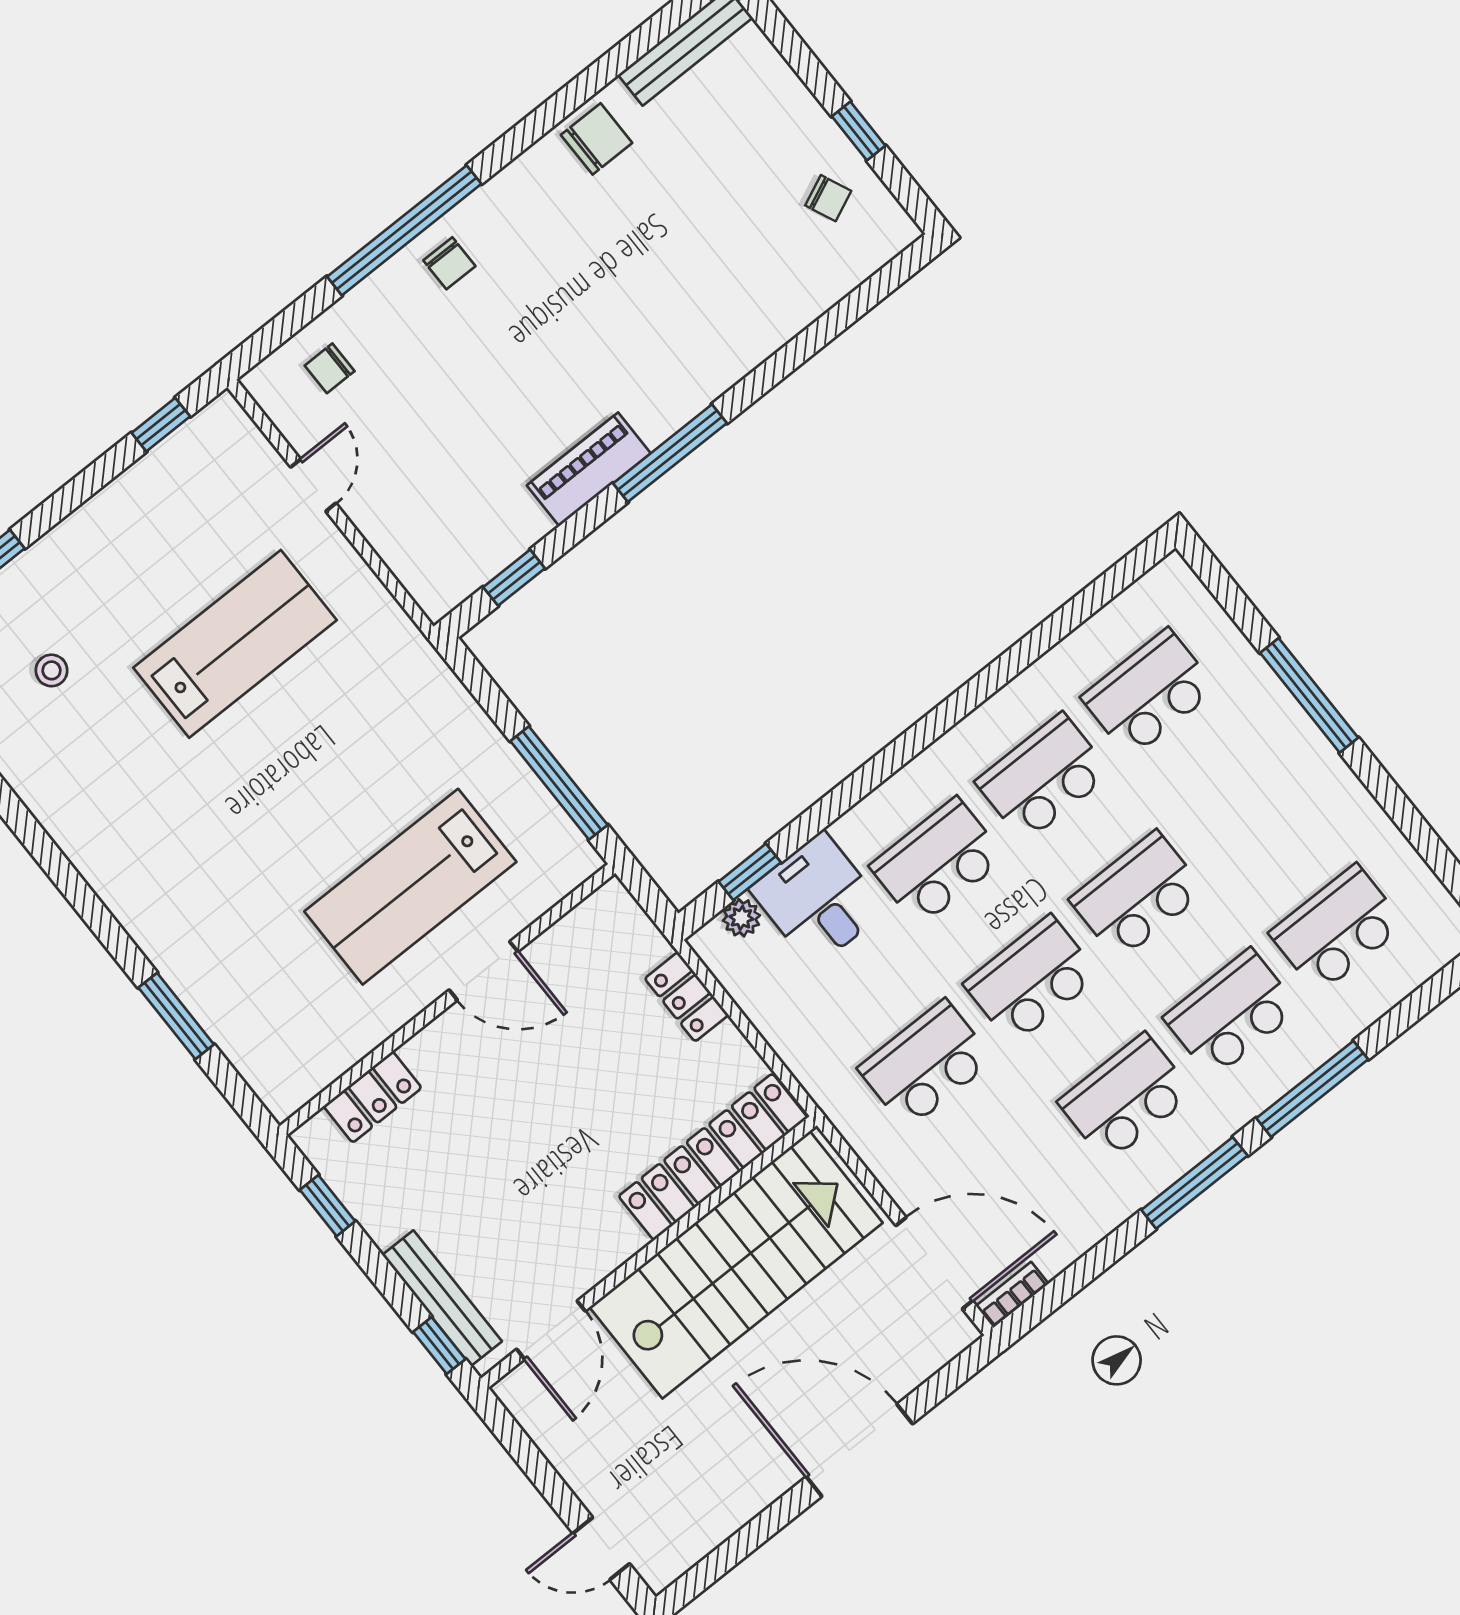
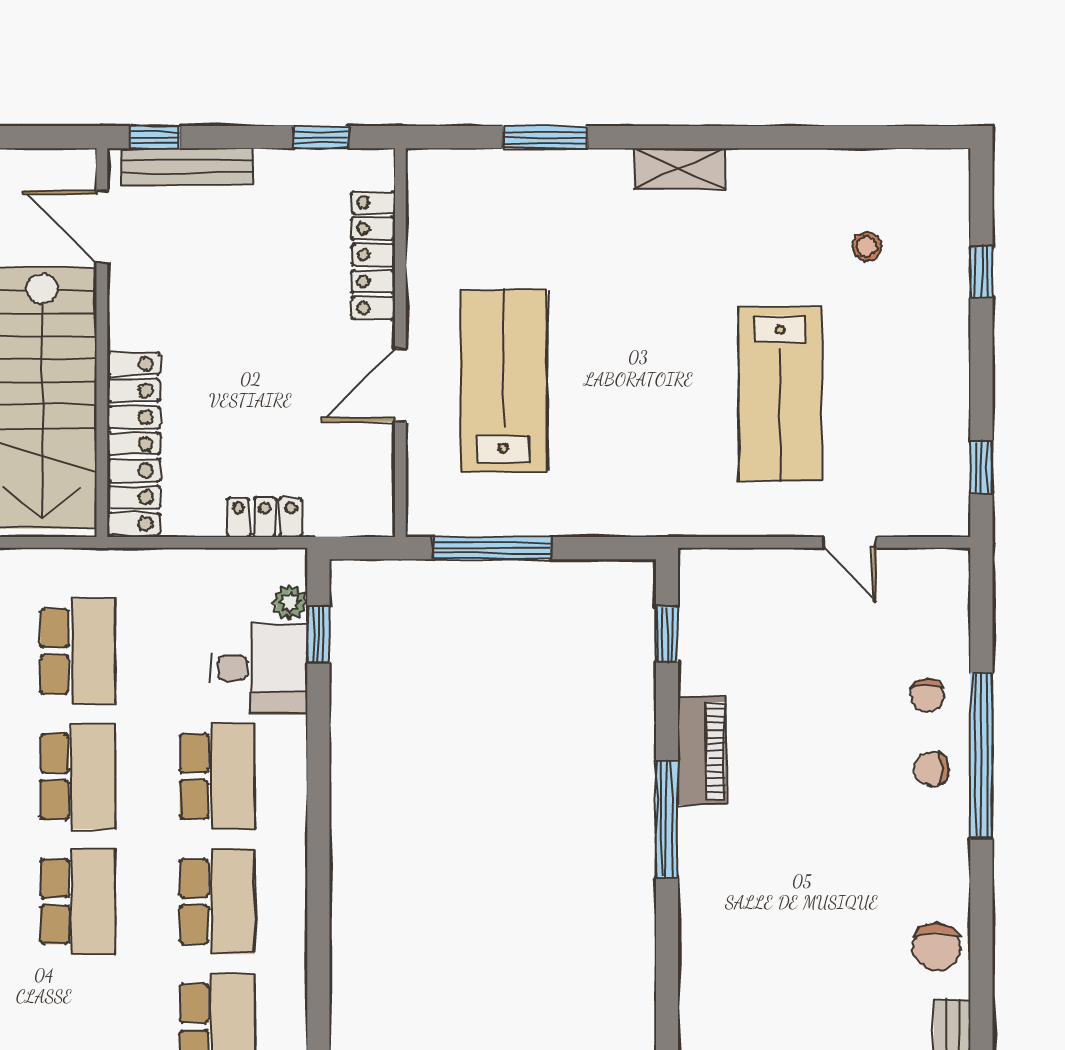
chair: (330, 368) -> (927, 695), moved, turned 180
shelving: (112, 881) -> (680, 169), added
locker: (373, 1097) -> (373, 255), width x1.53

